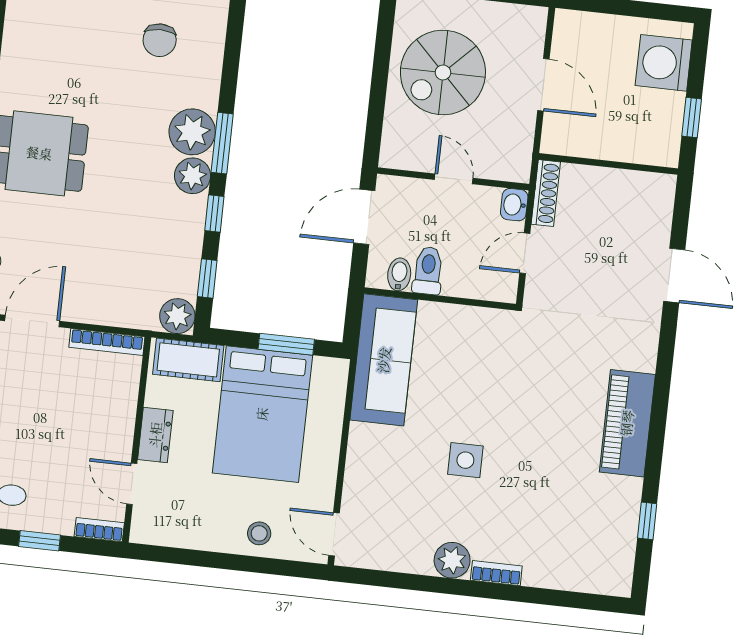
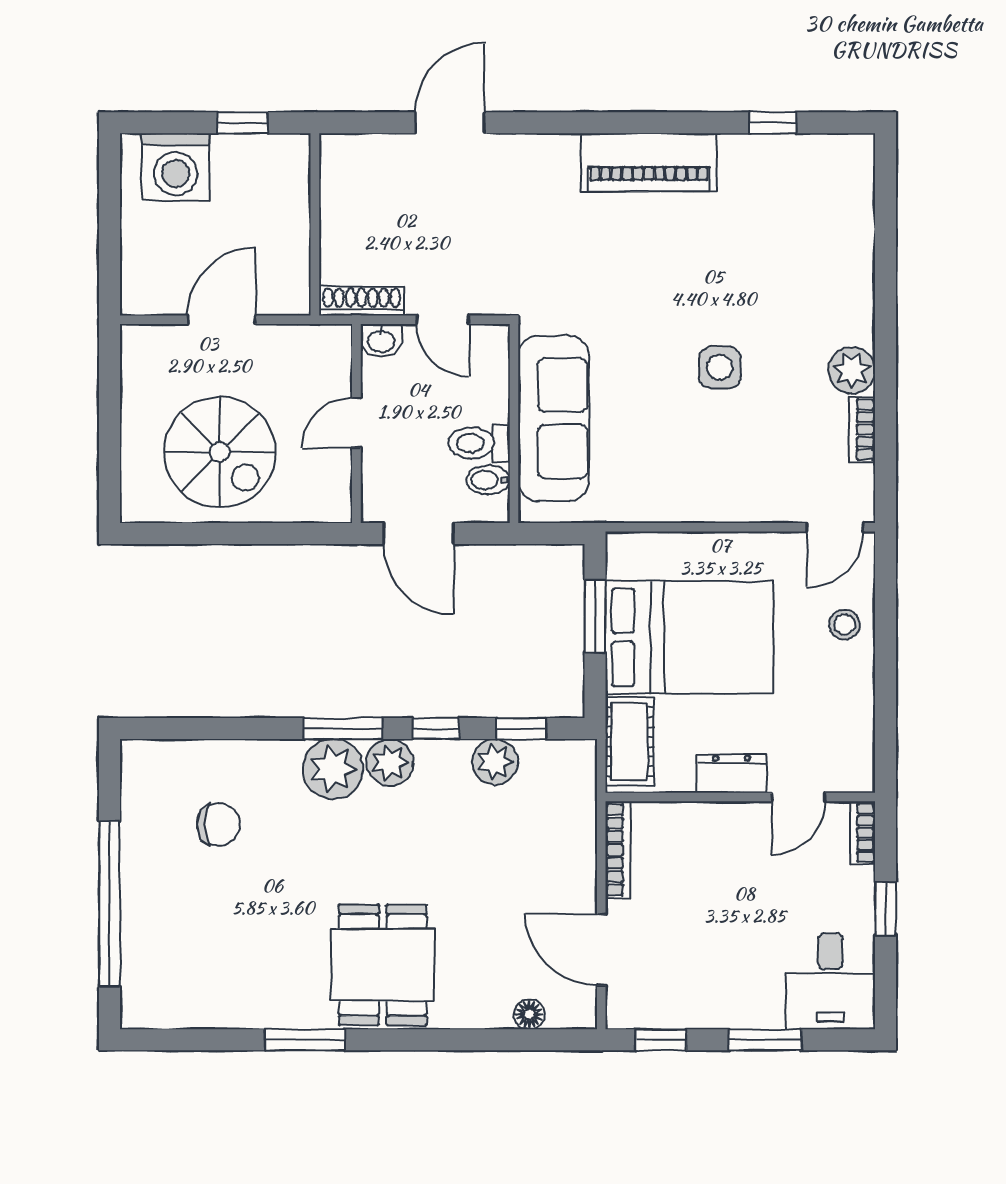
plant: (177, 316) -> (495, 762), moved
sofa: (384, 360) -> (554, 418), moved, turned 90
bookcase: (496, 573) -> (862, 430), moved

